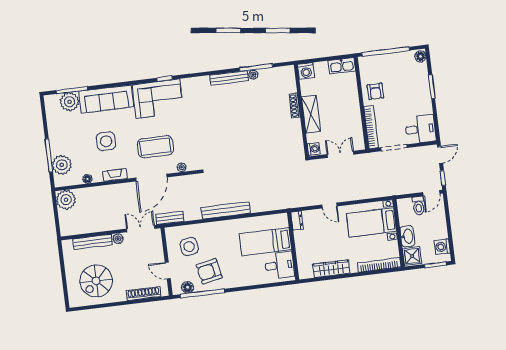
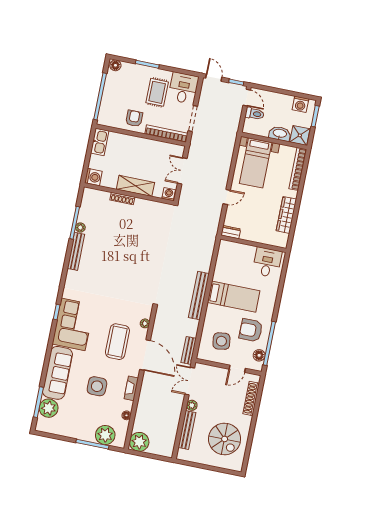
armchair: (375, 91) -> (134, 118), turned -90
rug: (408, 105) -> (157, 92), added
bed: (265, 242) -> (234, 297), moved, turned -90
armchair: (209, 271) -> (251, 330), turned 102

